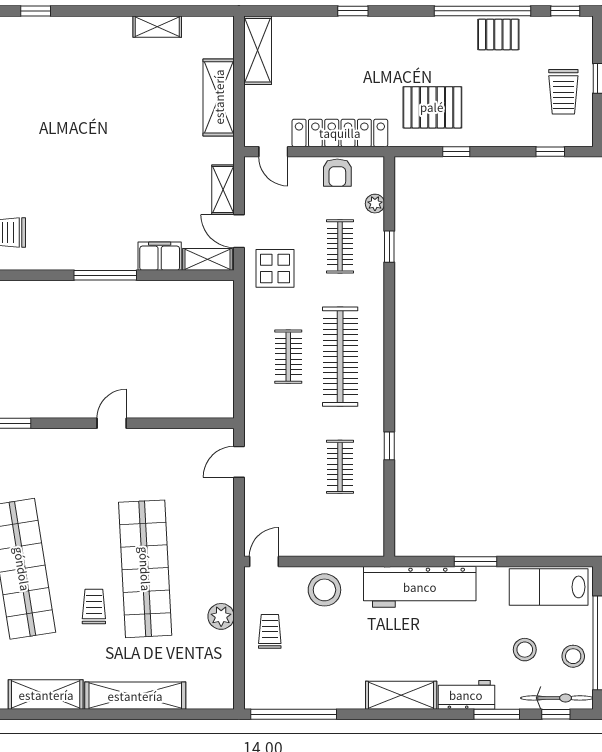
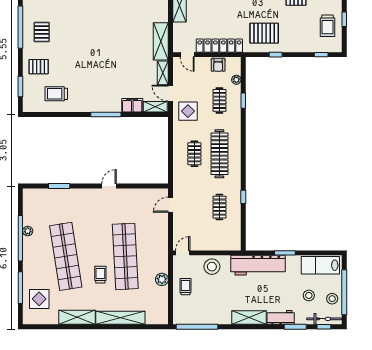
shelving: (219, 97) -> (161, 41), moved

